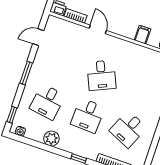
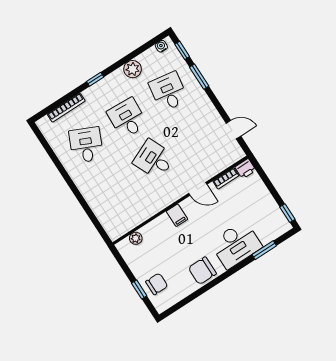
filing cabinet: (142, 35) -> (177, 215), moved
door: (38, 37) -> (233, 130), hinge flipped
window: (26, 73) -> (199, 77), moved

